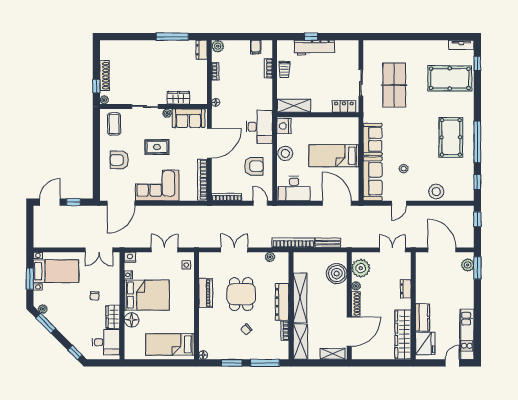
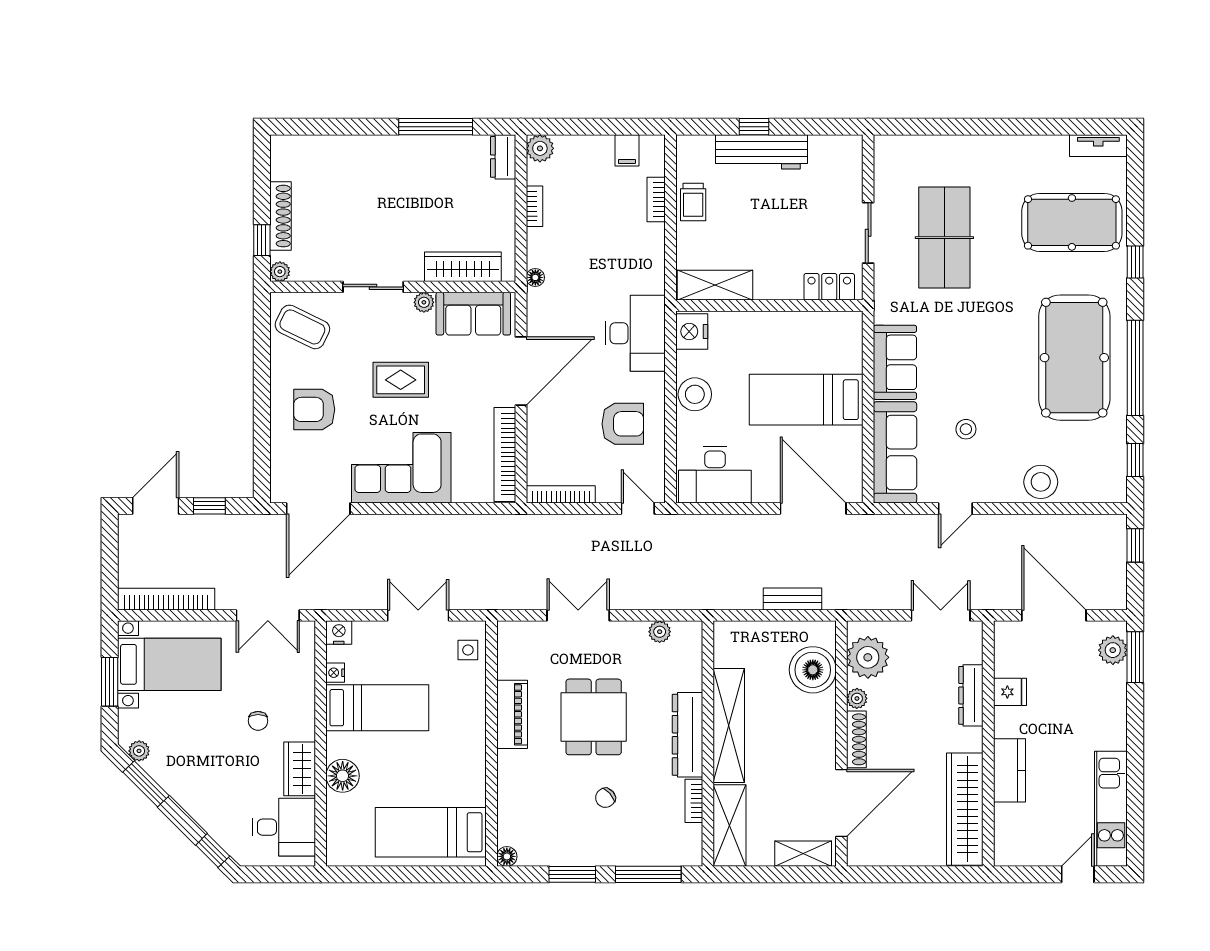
window: (477, 63) -> (1135, 262), moved
wardrobe: (178, 98) -> (463, 267), width x1.50
coffee table: (114, 124) -> (302, 327), turned -64
pool table: (451, 137) -> (1074, 358), width x1.36, depth x1.32
bookcase: (293, 243) -> (166, 599), moved
dresser: (406, 289) -> (971, 695), width x1.44
bed: (147, 295) -> (377, 708), width x0.67
fridge: (425, 344) -> (1010, 692), moved, width x0.53, depth x0.75

